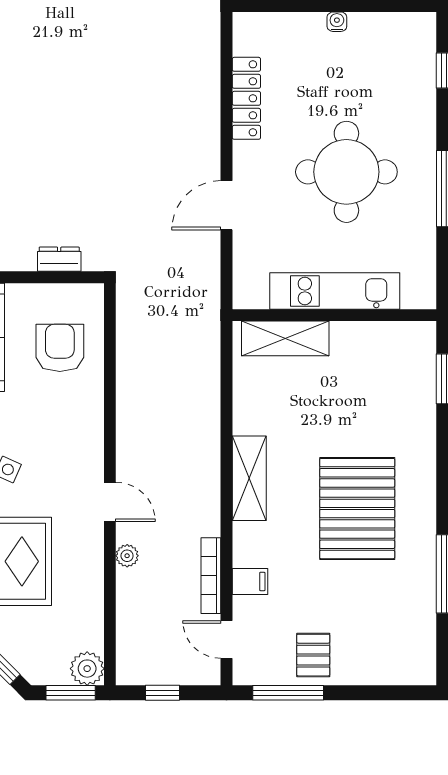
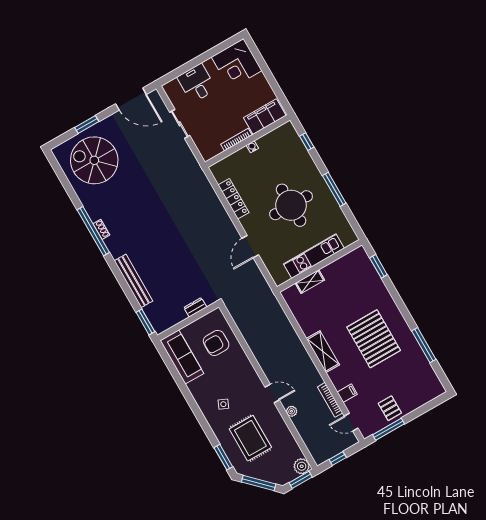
shelving: (285, 338) -> (310, 282), width x0.67, depth x0.75
armchair: (60, 348) -> (216, 343), turned -90

